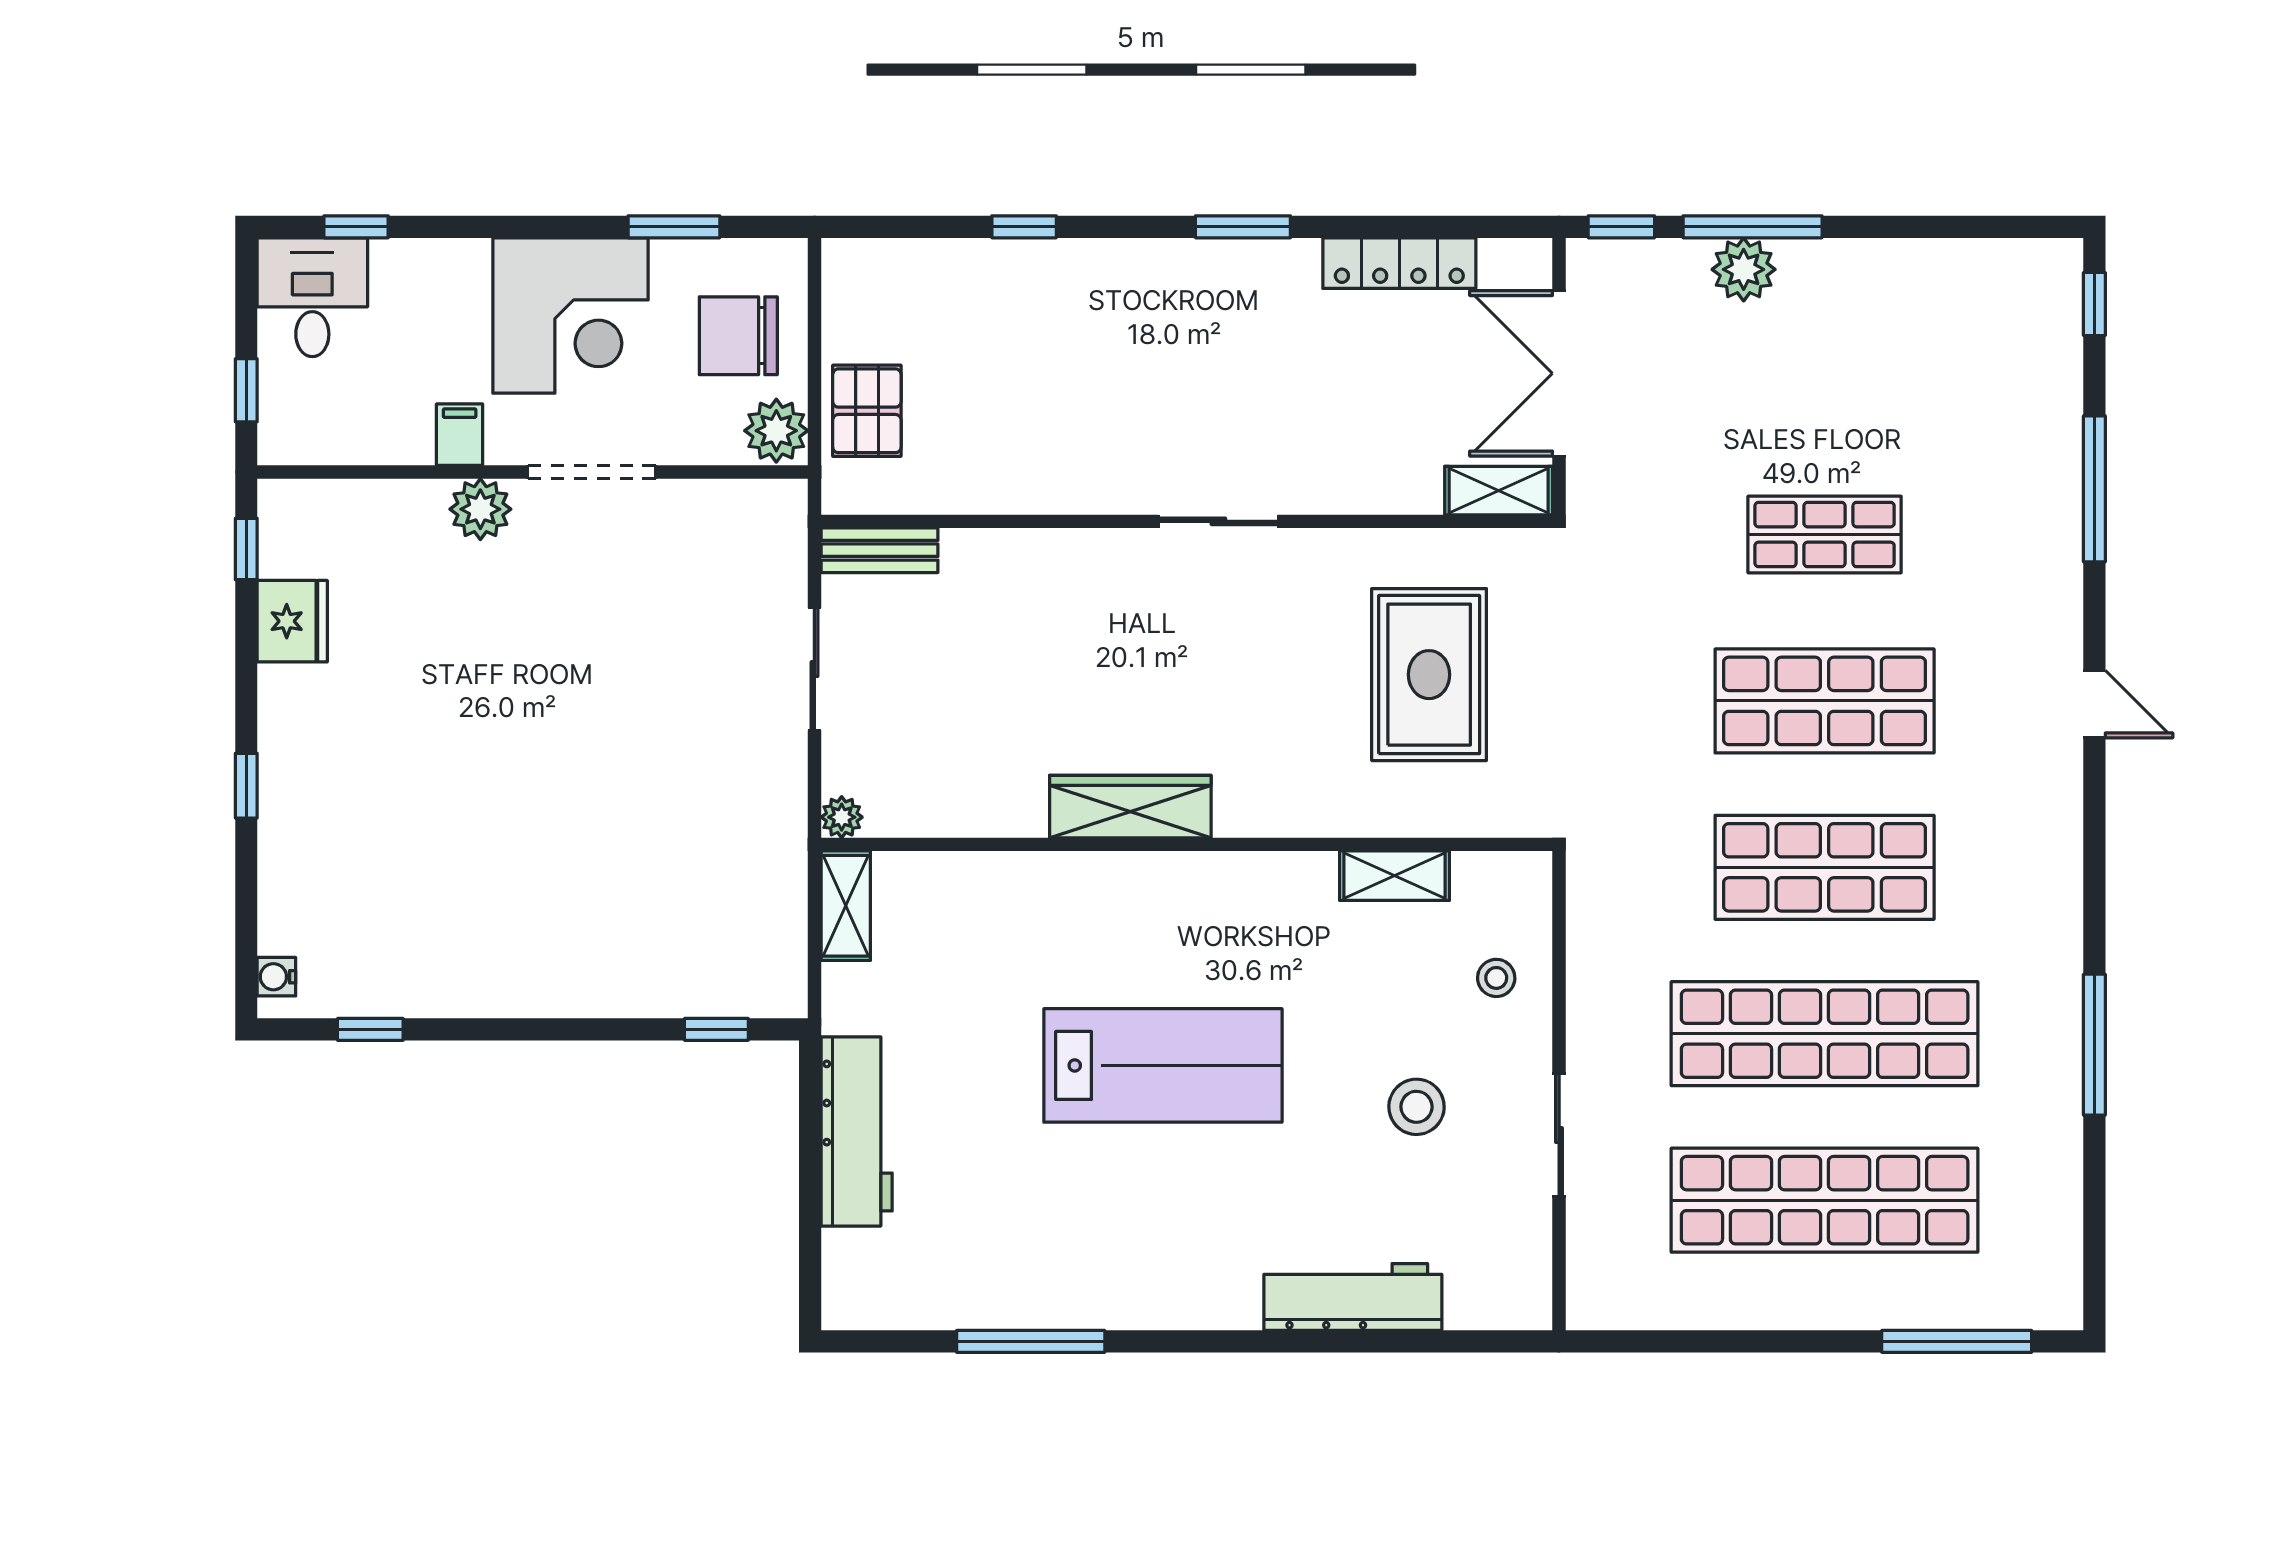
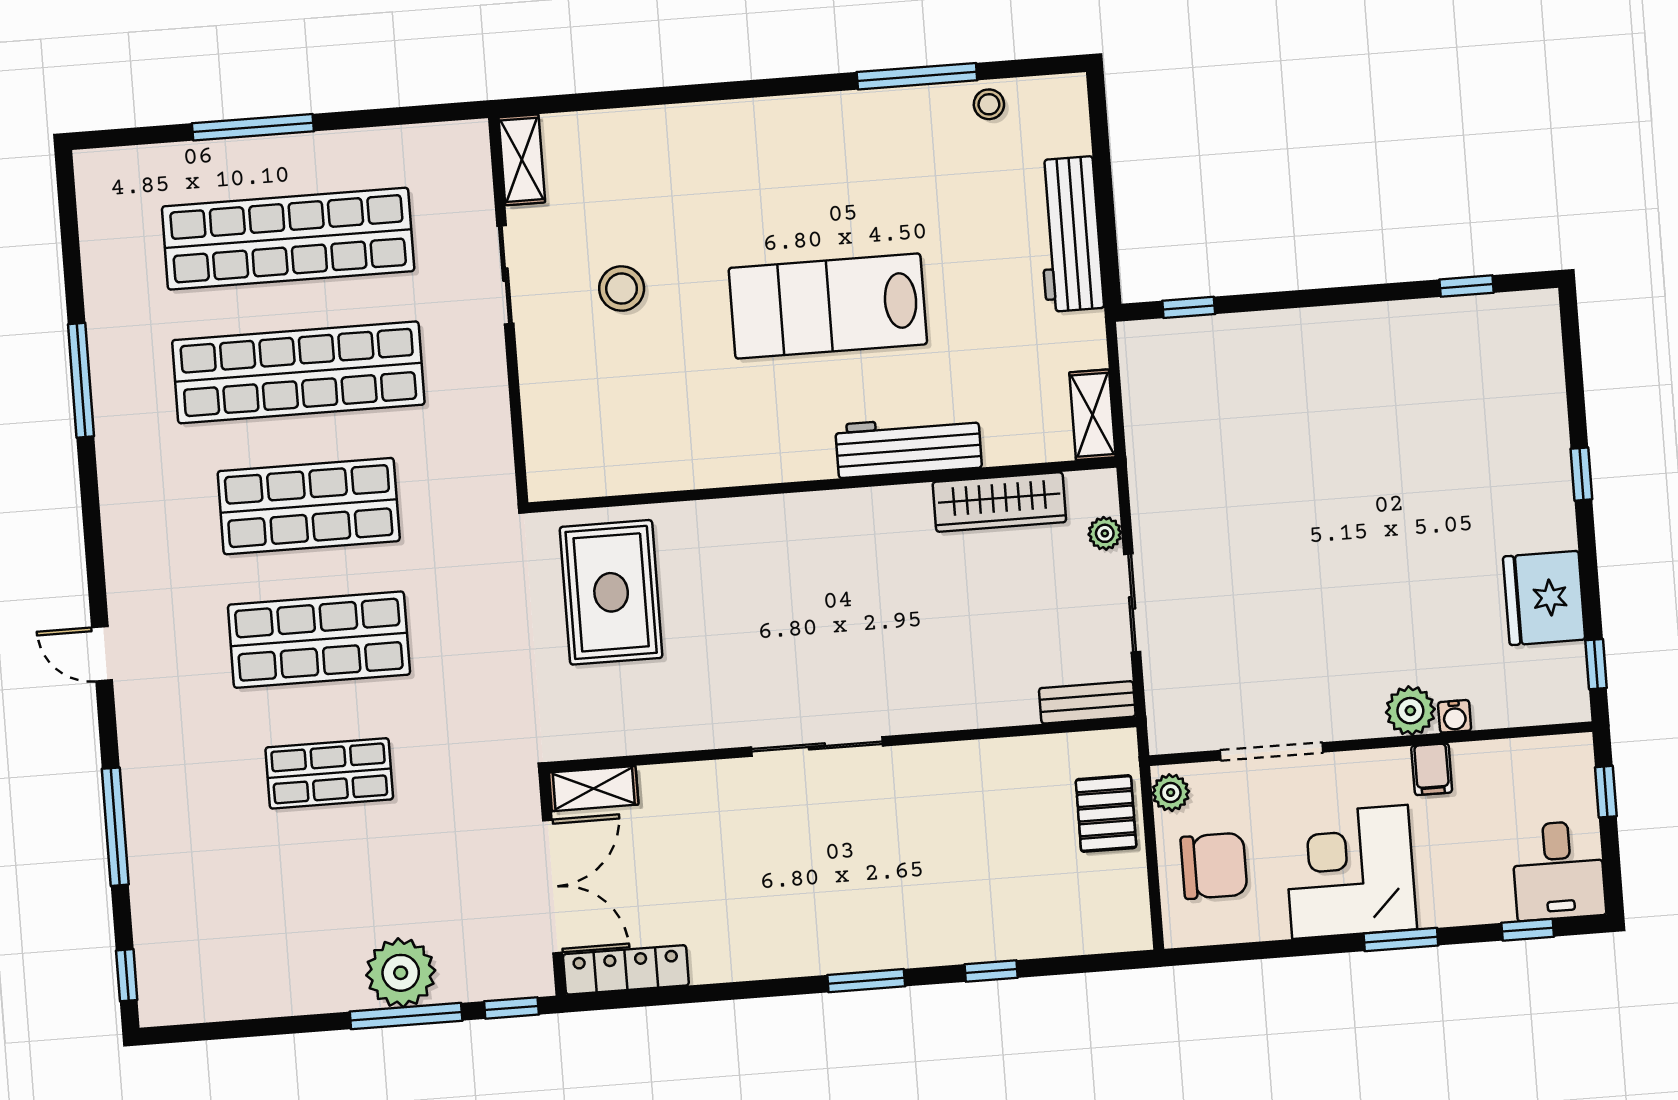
window: (674, 227) -> (1401, 939), moved
window: (1243, 227) -> (866, 981), moved
locker: (1399, 263) -> (626, 970), moved
plant: (1744, 269) -> (401, 973), width x1.36, depth x1.36
plant: (776, 431) -> (1171, 793), width x0.73, depth x0.73
doorway: (592, 472) -> (1272, 751), moved
sliding door: (1218, 521) -> (817, 746), width x1.37
fridge: (292, 621) -> (1544, 598), width x1.36, depth x1.34
rug: (1429, 675) -> (611, 592), moved
wardrobe: (1130, 807) -> (999, 502), moved
plant: (842, 817) -> (1105, 533), moved
shelving: (1395, 876) -> (522, 160), moved, turned 90
water cooler: (276, 977) -> (1455, 716), moved, turned 90
stool: (1496, 978) -> (989, 104), moved
workbench: (1353, 1297) -> (908, 446), moved, turned 180
window: (1957, 1341) -> (253, 127), moved

